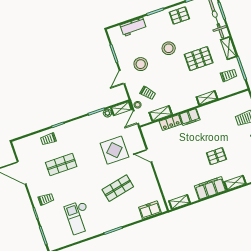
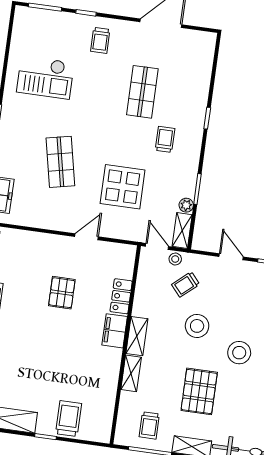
stool: (141, 64) -> (197, 326), moved
shelving: (161, 113) -> (137, 336), moved
trolley: (48, 139) -> (165, 139), moved
pallet: (216, 156) -> (62, 293), moved
checkout: (79, 217) -> (45, 77), turned 180

